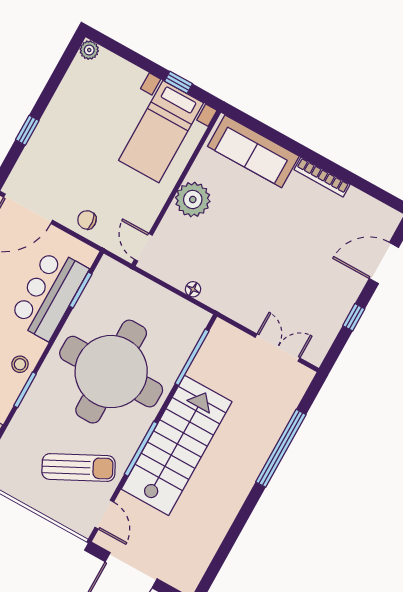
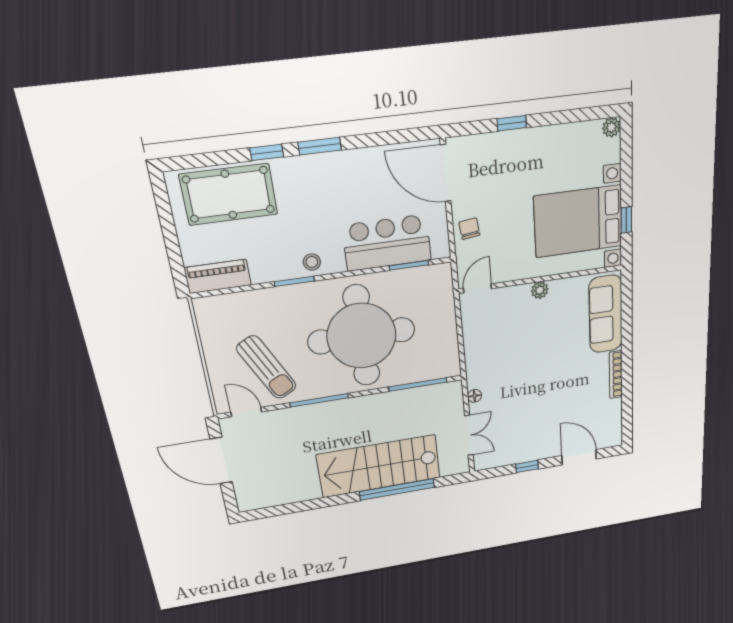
bed with nightstands: (161, 132) -> (578, 221), width x1.36
plant: (193, 199) -> (540, 290), width x0.53, depth x0.53
floor lamp: (193, 289) -> (474, 396), moved
stairs: (177, 445) -> (379, 466), moved, turned 180
door: (104, 515) -> (246, 412), swing flipped

